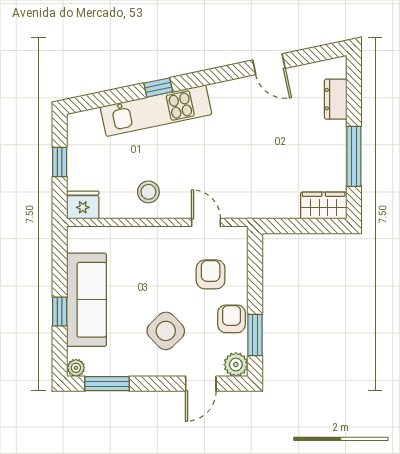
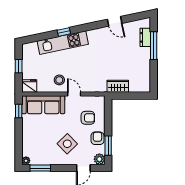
window: (354, 156) -> (154, 46), moved
wardrobe: (324, 205) -> (118, 86), moved
door: (206, 222) -> (74, 94), moved
armchair: (211, 274) -> (88, 118), turned 90
sofa: (87, 300) -> (43, 105), moved, turned 90
window: (60, 312) -> (19, 111), moved

